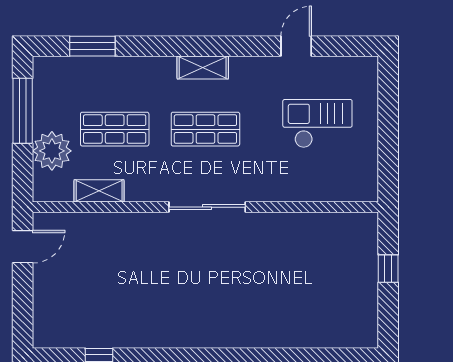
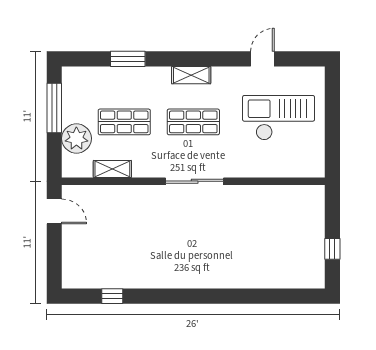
window: (92, 46) -> (128, 59), moved
checkout: (317, 124) -> (279, 118), width x1.36, depth x1.21
door: (23, 247) -> (54, 211), hinge flipped
window: (388, 269) -> (332, 249), moved

